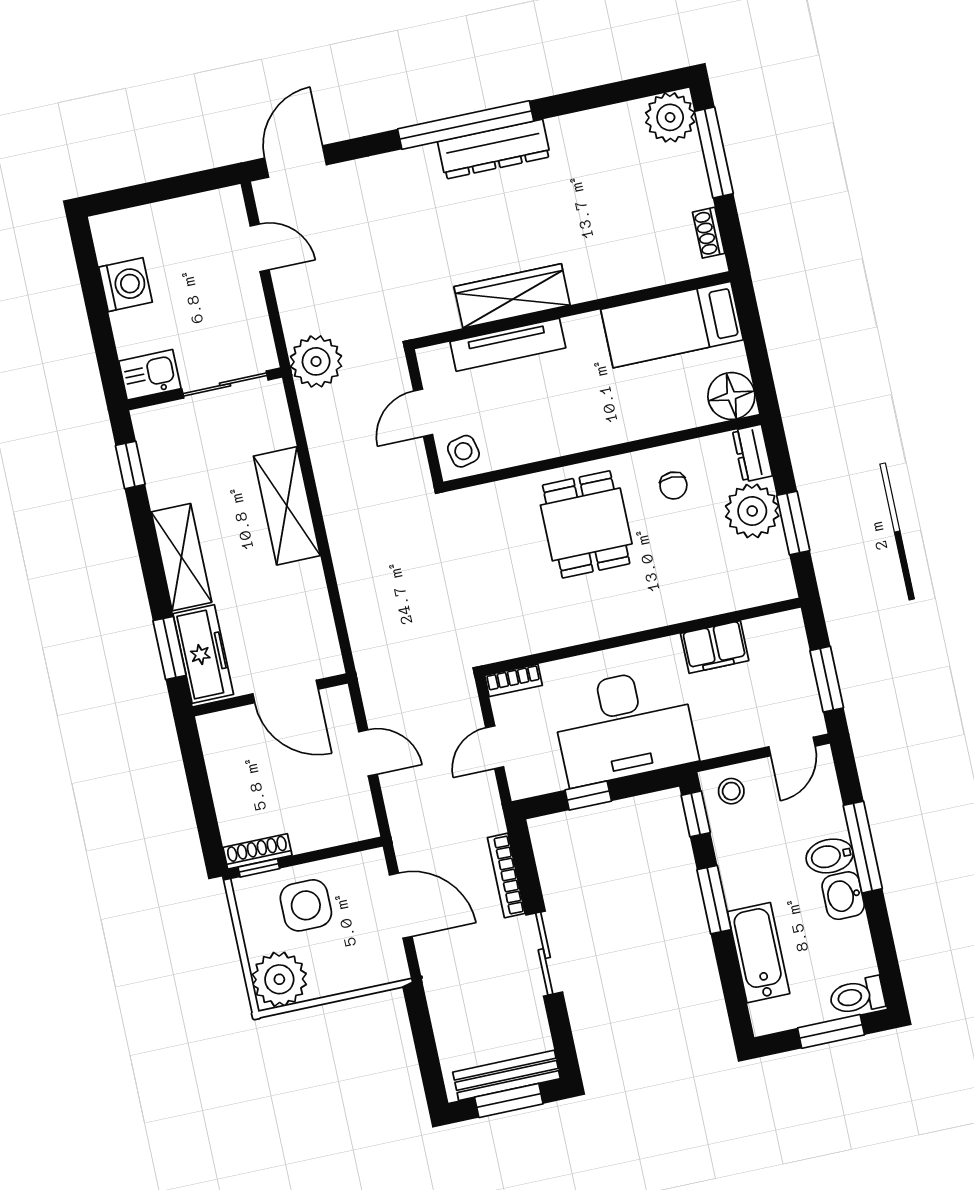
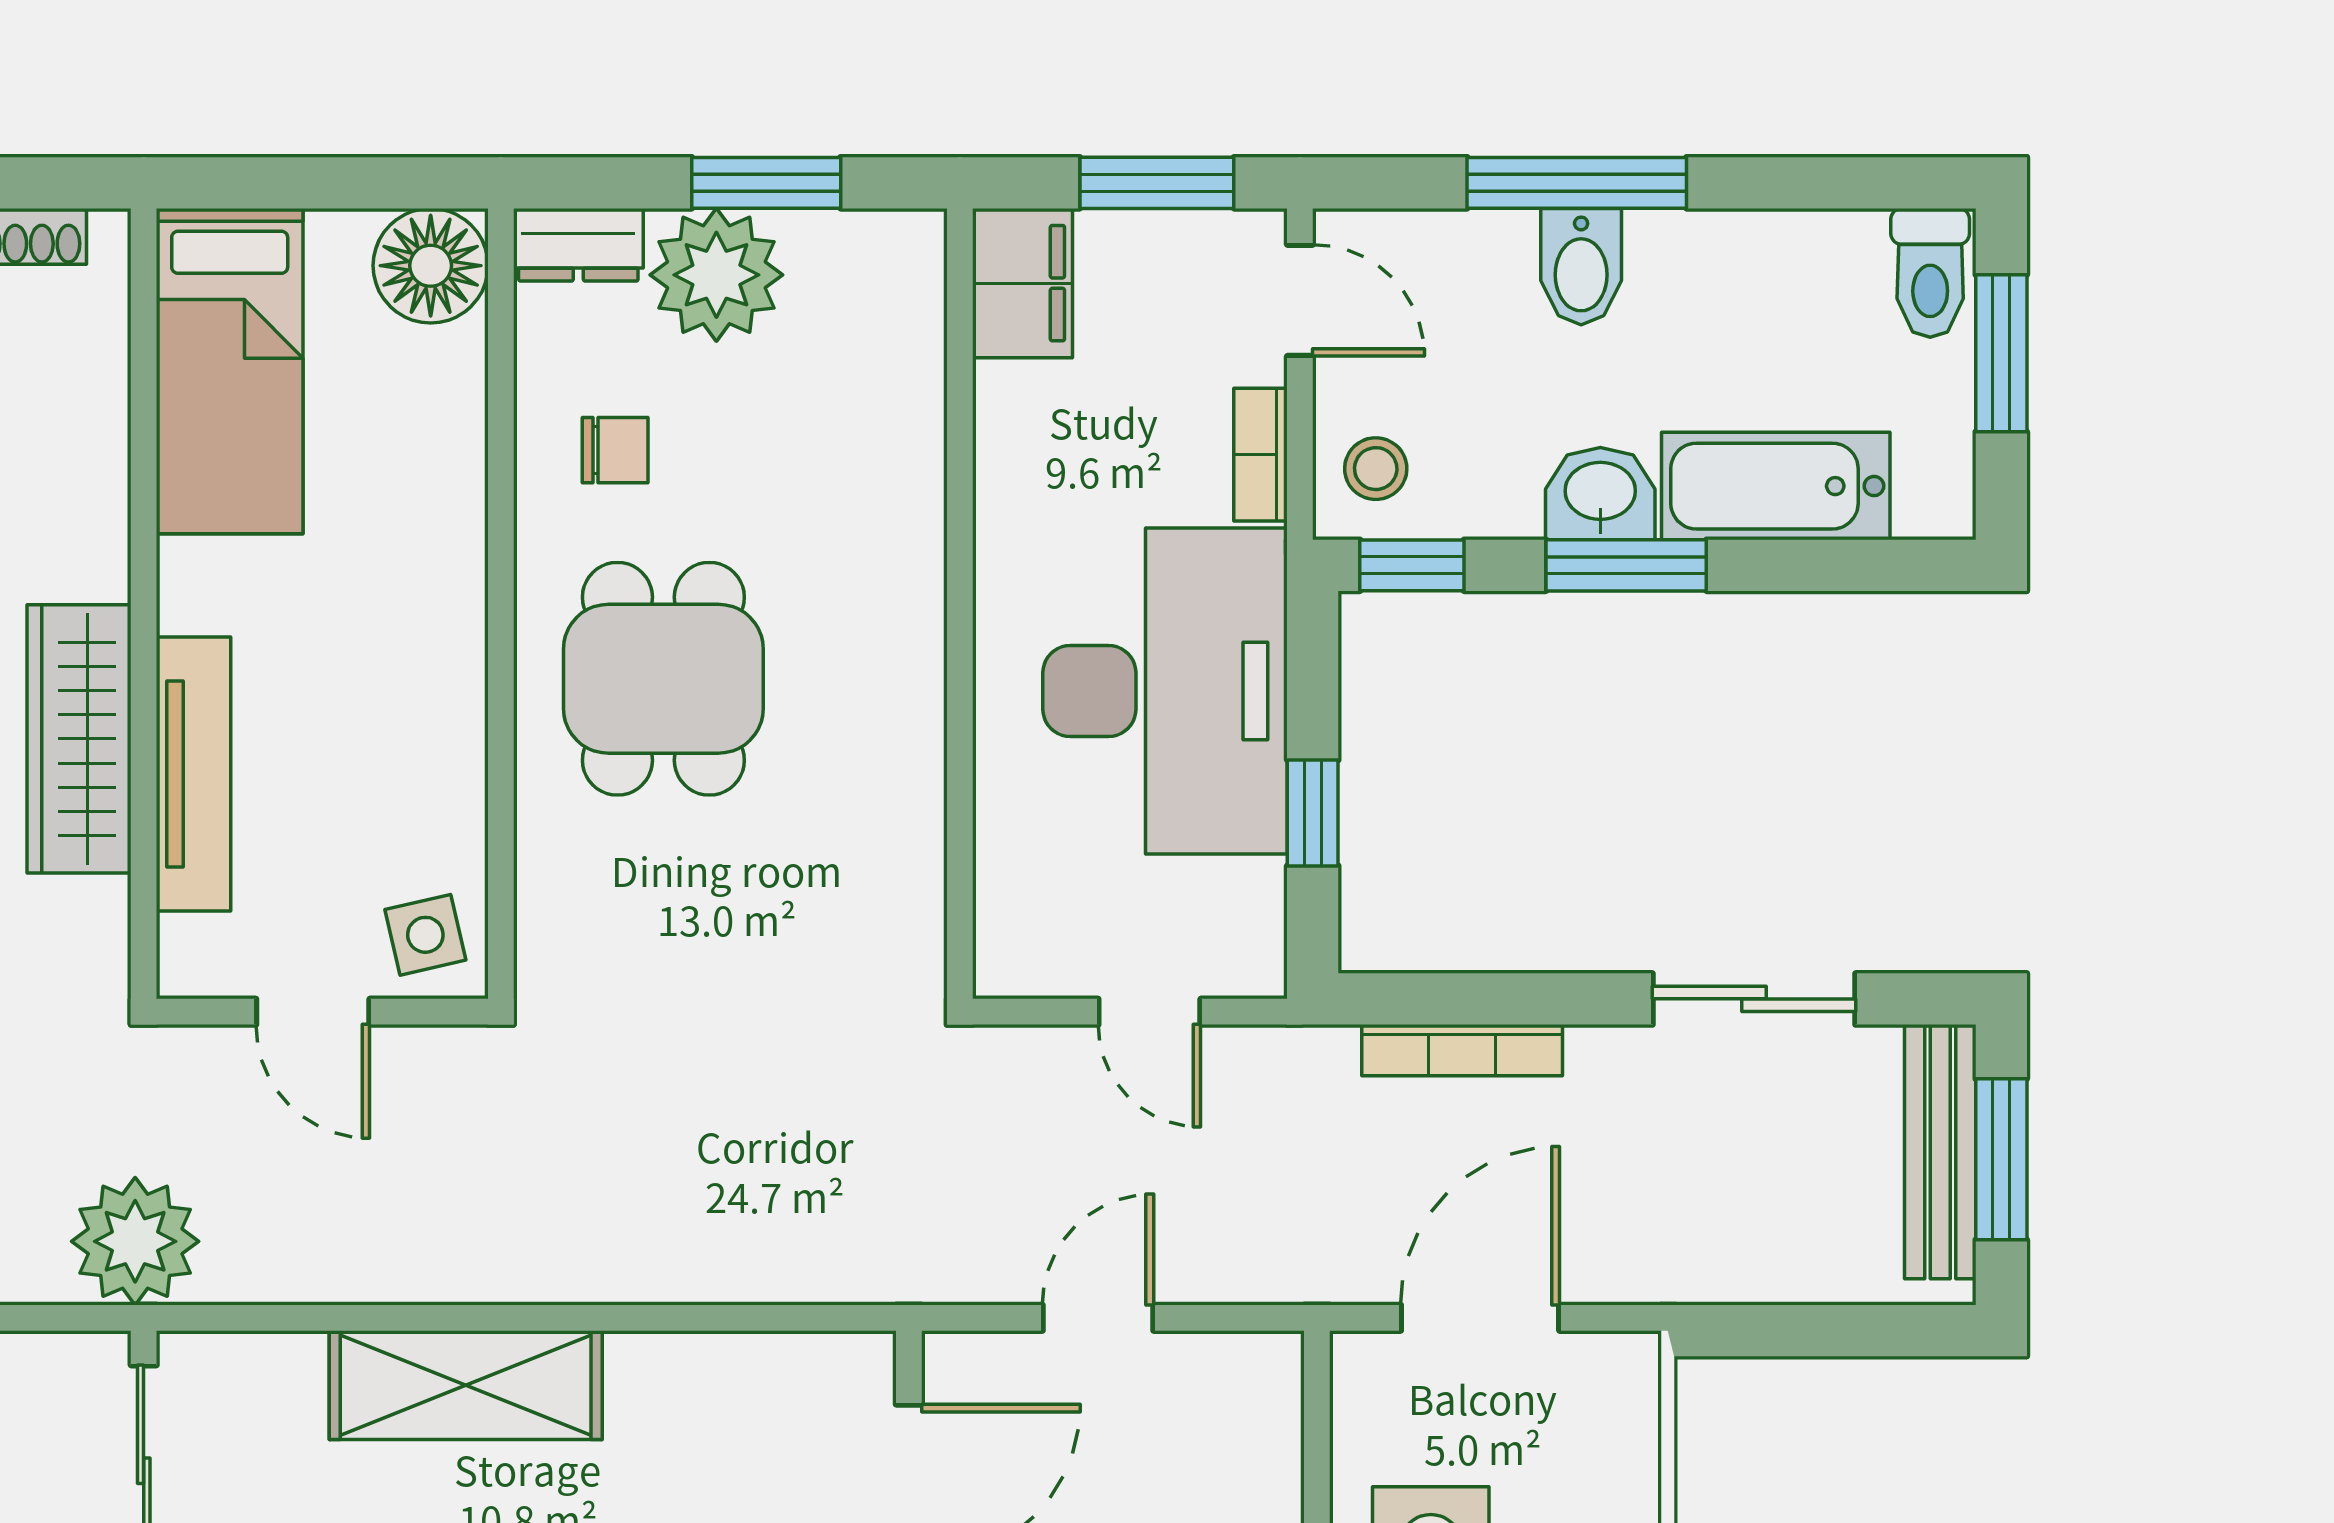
dining table: (586, 524) -> (663, 679), turned 90
filing cabinet: (715, 647) -> (1023, 283), moved
bookcase: (514, 680) -> (1261, 455), moved, turned 180
washbasin: (843, 896) -> (1600, 494), moved, turned 180
sliding door: (544, 954) -> (1754, 999), moved

